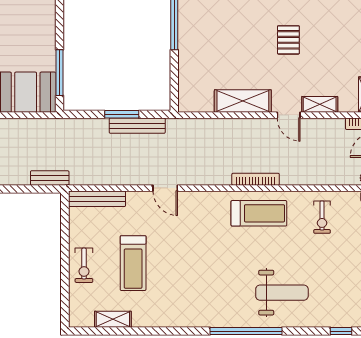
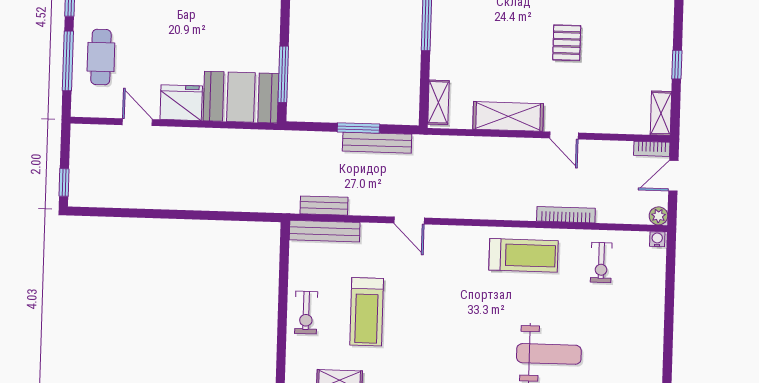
shelving: (320, 104) -> (438, 102), moved, turned 90
bench: (50, 178) -> (324, 206), moved
bookcase: (256, 179) -> (566, 215), moved

